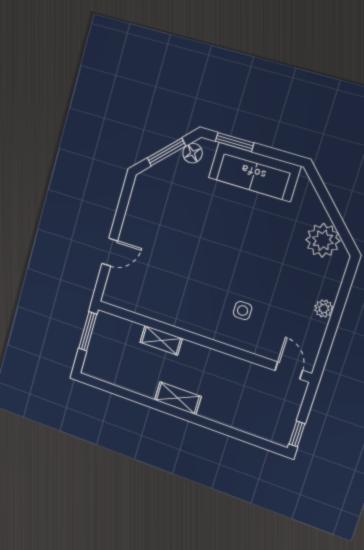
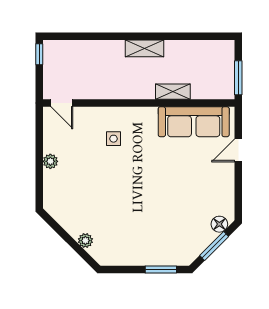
floor lamp: (193, 153) -> (219, 224), moved
sofa: (254, 172) -> (194, 122), moved, turned 180
plant: (323, 240) -> (85, 241), moved, width x0.53, depth x0.53

